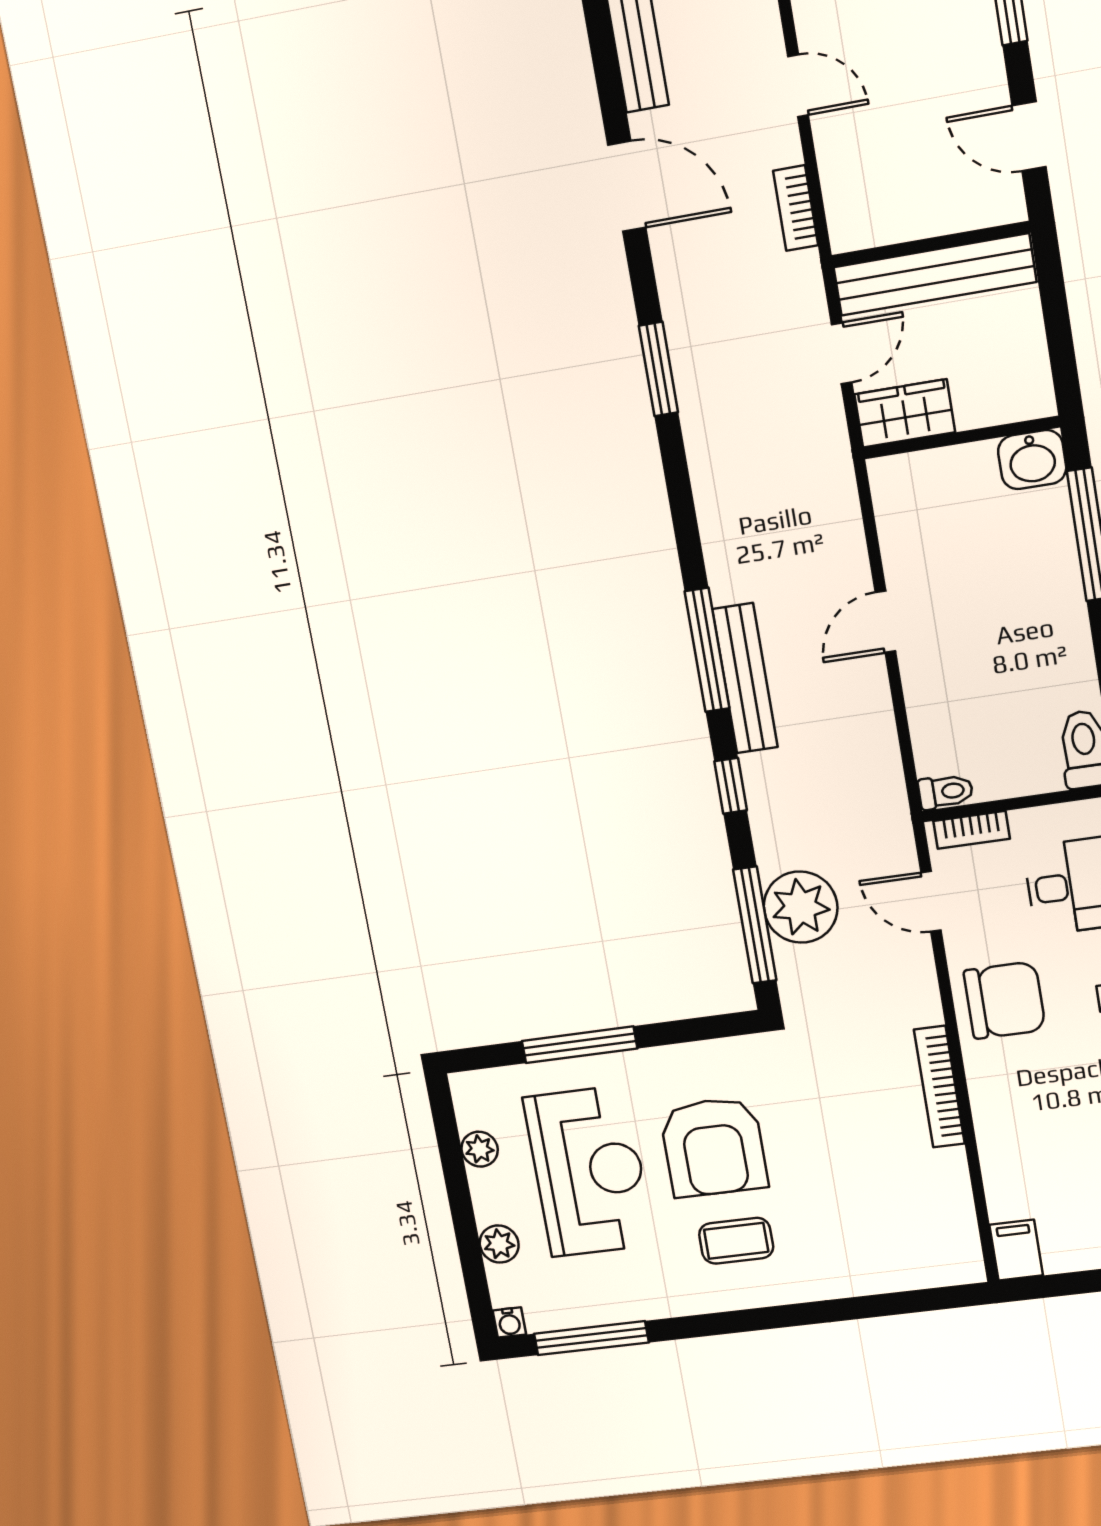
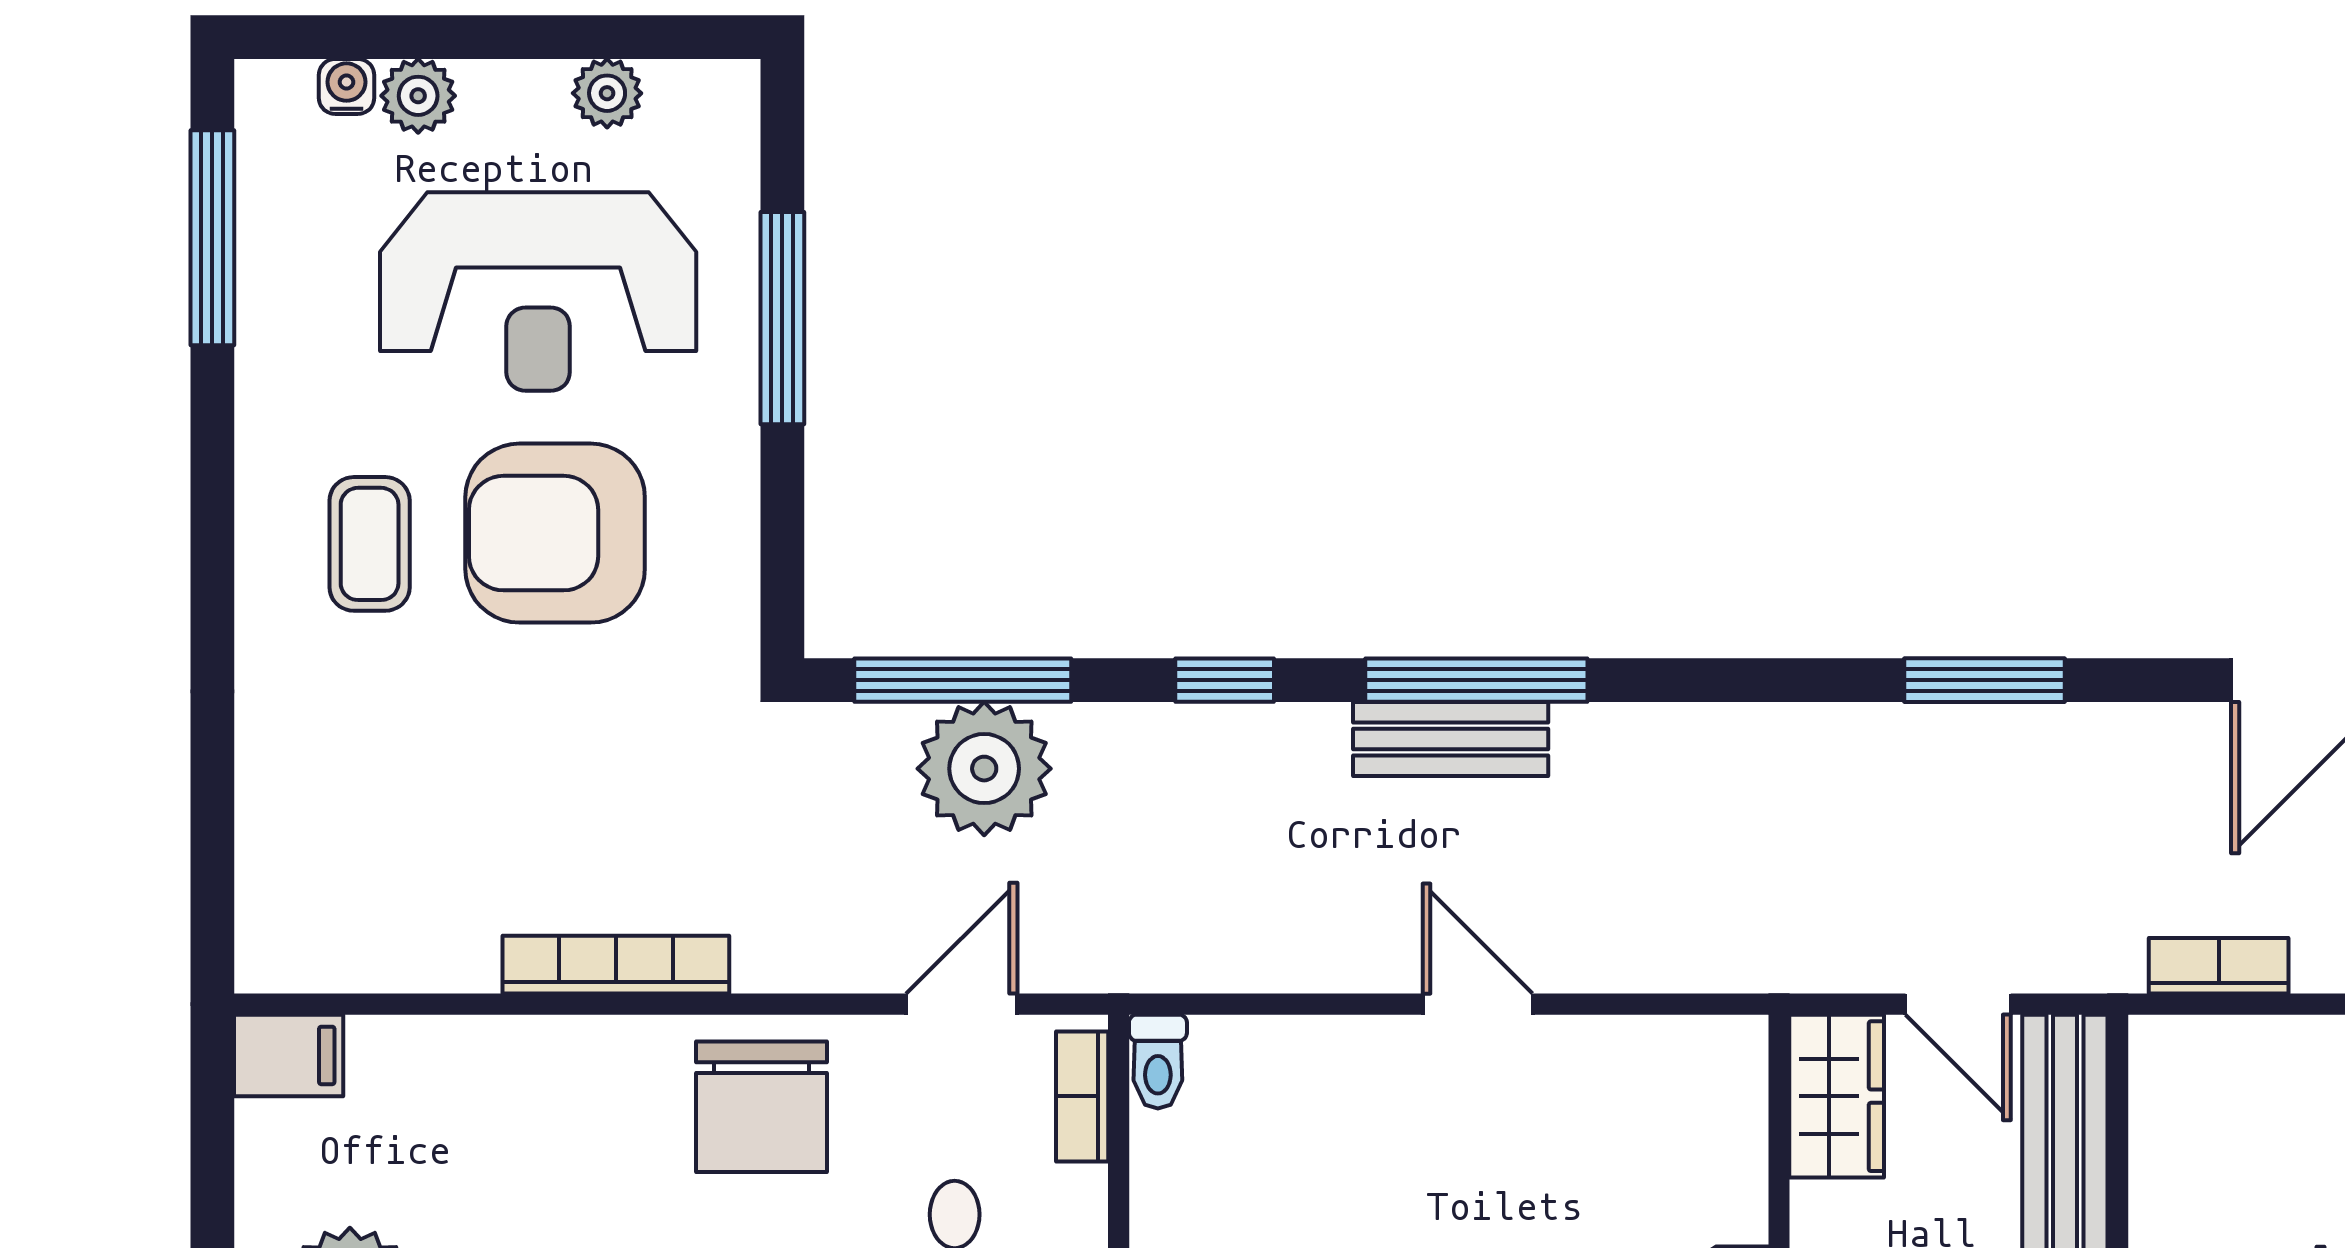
bench: (745, 678) -> (1451, 739), width x0.73
water cooler: (509, 1322) -> (347, 86), moved, turned 90

